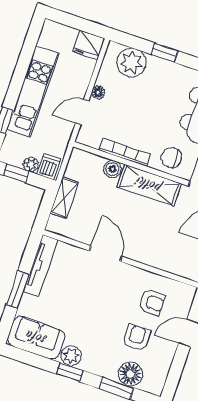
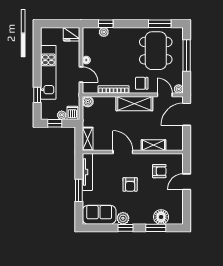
window: (165, 53) -> (106, 24), moved
plant: (131, 63) -> (104, 32), width x0.53, depth x0.53
door: (82, 112) -> (81, 74), swing flipped
boiler: (112, 169) -> (88, 102), moved
shelving: (64, 198) -> (88, 139), moved
shelving: (157, 259) -> (153, 145), added
armchair: (136, 338) -> (130, 184), moved, turned 180

